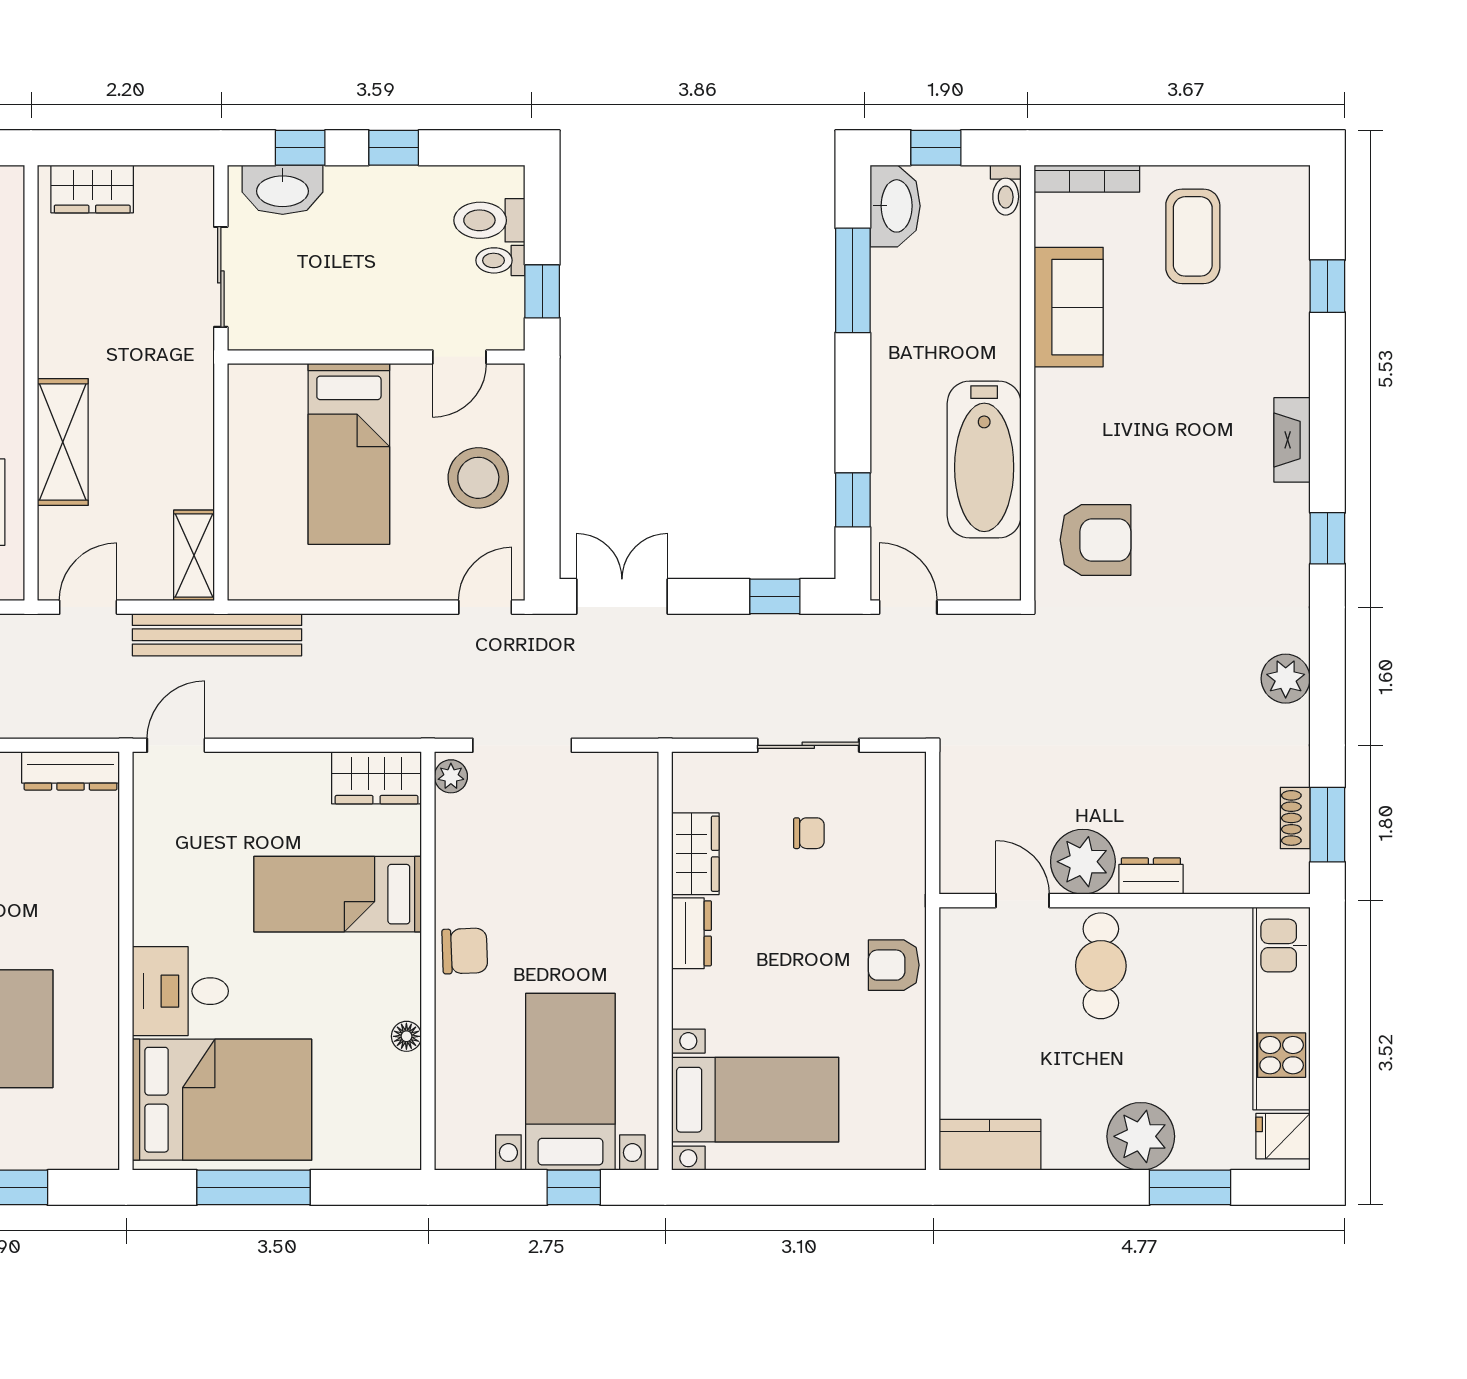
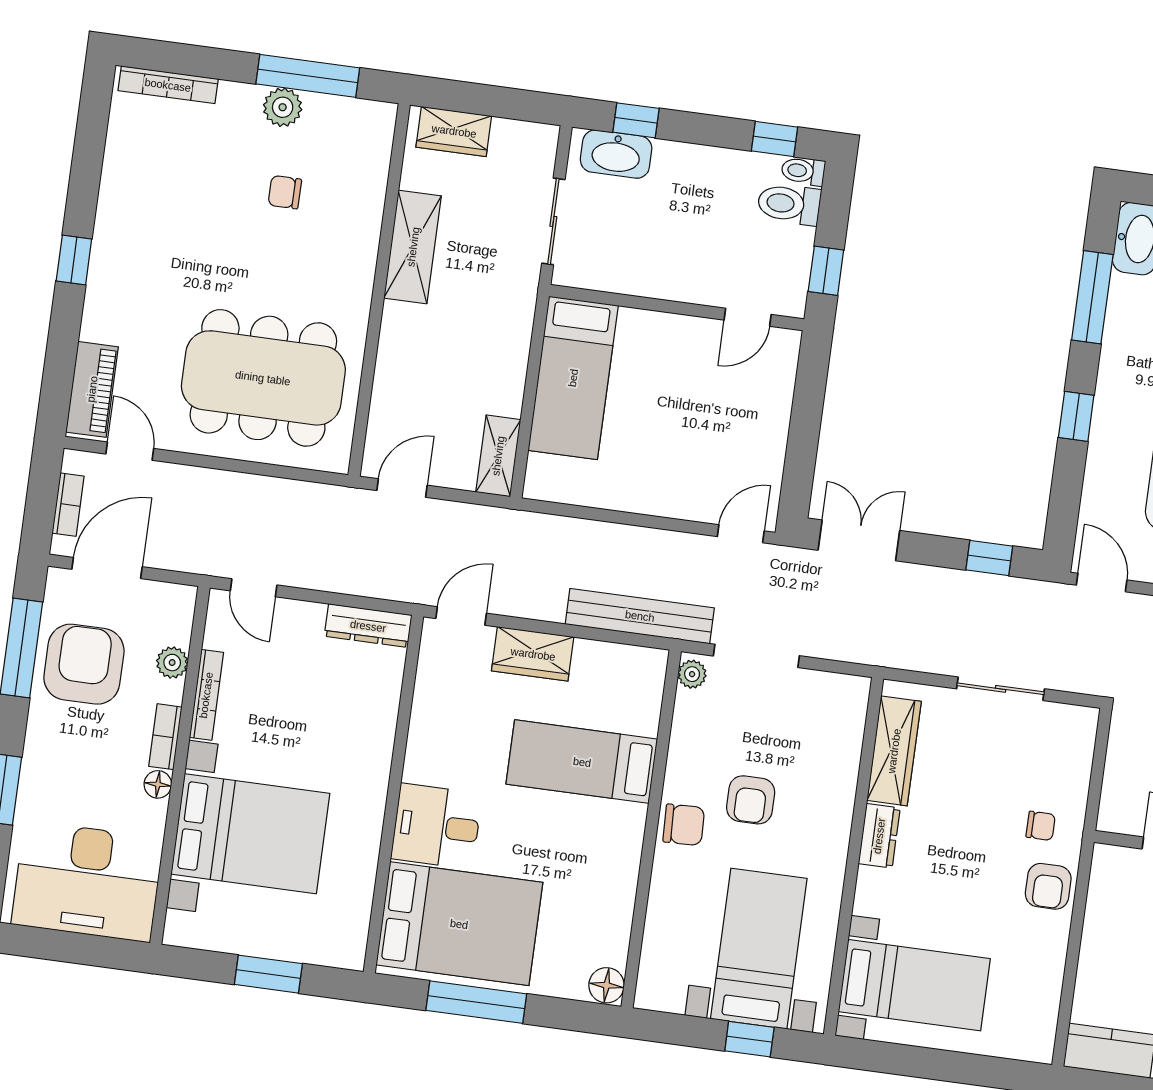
window: (394, 148) -> (774, 139), moved
toilet: (500, 260) -> (803, 171), moved
shelving: (63, 442) -> (413, 247), moved
bed: (349, 454) -> (573, 378), moved
stool: (478, 478) -> (750, 423), removed
window: (853, 500) -> (1076, 416), moved
bench: (217, 635) -> (640, 616), moved
wardrobe: (377, 778) -> (533, 654), moved
chair: (809, 833) -> (1041, 826), moved
wardrobe: (695, 854) -> (894, 751), width x1.50
armchair: (538, 912) -> (751, 800), added
armchair: (894, 965) -> (1048, 886), turned -90
floor lamp: (406, 1036) -> (607, 985), moved, width x1.37, depth x1.37

